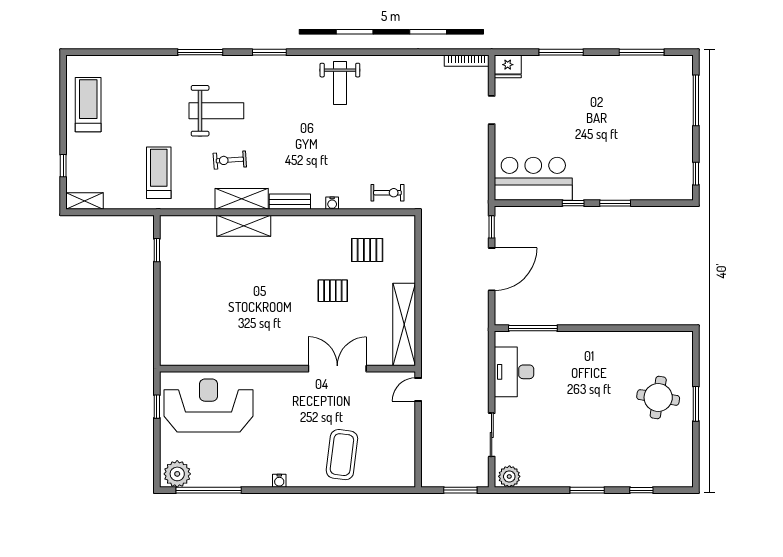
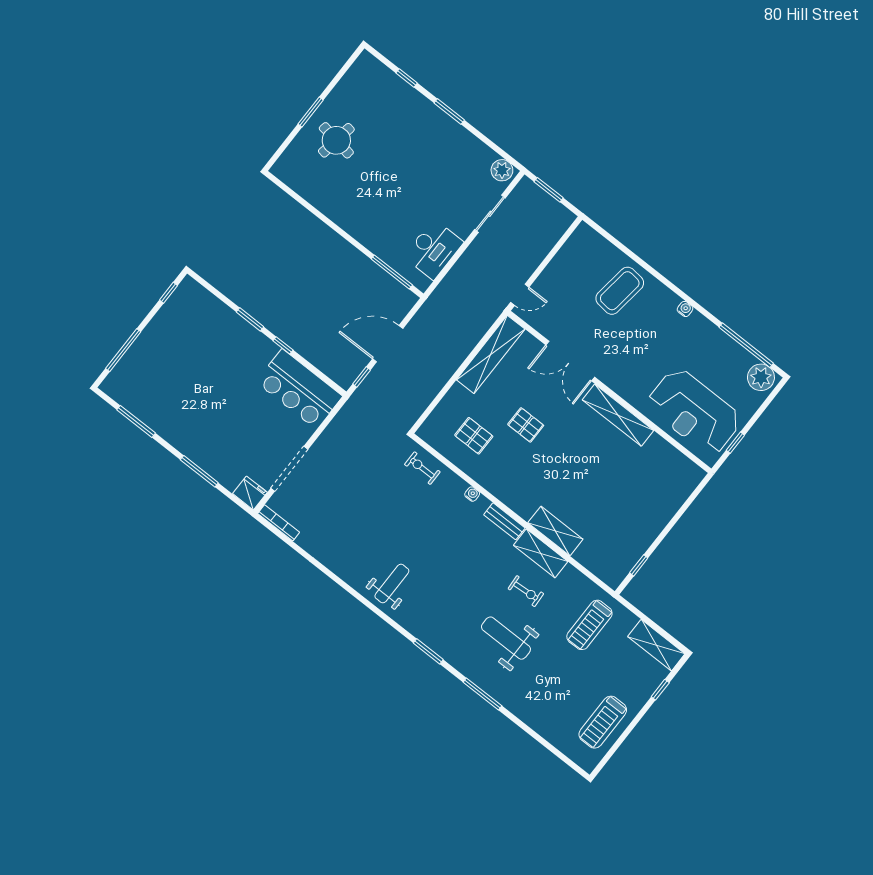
doorway: (492, 110) -> (289, 469), width x1.87
shelving: (84, 201) -> (656, 645), width x1.50, depth x1.33
shelving: (266, 356) -> (618, 415), added

